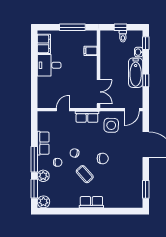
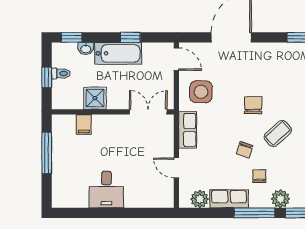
filing cabinet: (44, 44) -> (73, 198), removed
shower: (107, 58) -> (95, 98), added
plant: (43, 124) -> (200, 199), added

